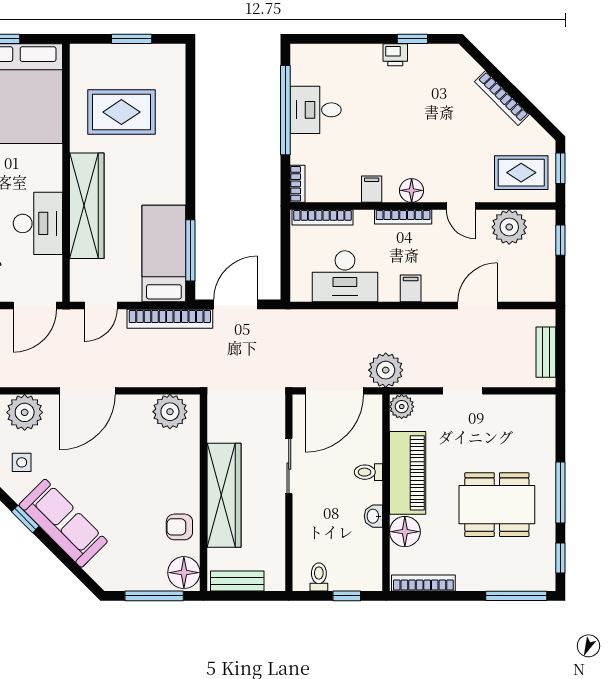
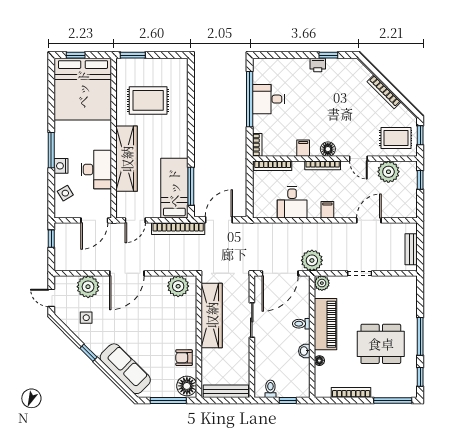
window: (132, 39) -> (133, 55), moved
desk: (345, 276) -> (292, 202), width x0.73
wardrobe: (224, 495) -> (212, 315), moved
sofa: (63, 523) -> (125, 369), moved
floor lamp: (405, 532) -> (319, 361), width x0.53, depth x0.53
bench: (237, 581) -> (226, 391), width x1.36
bookcase: (423, 583) -> (351, 392), moved

